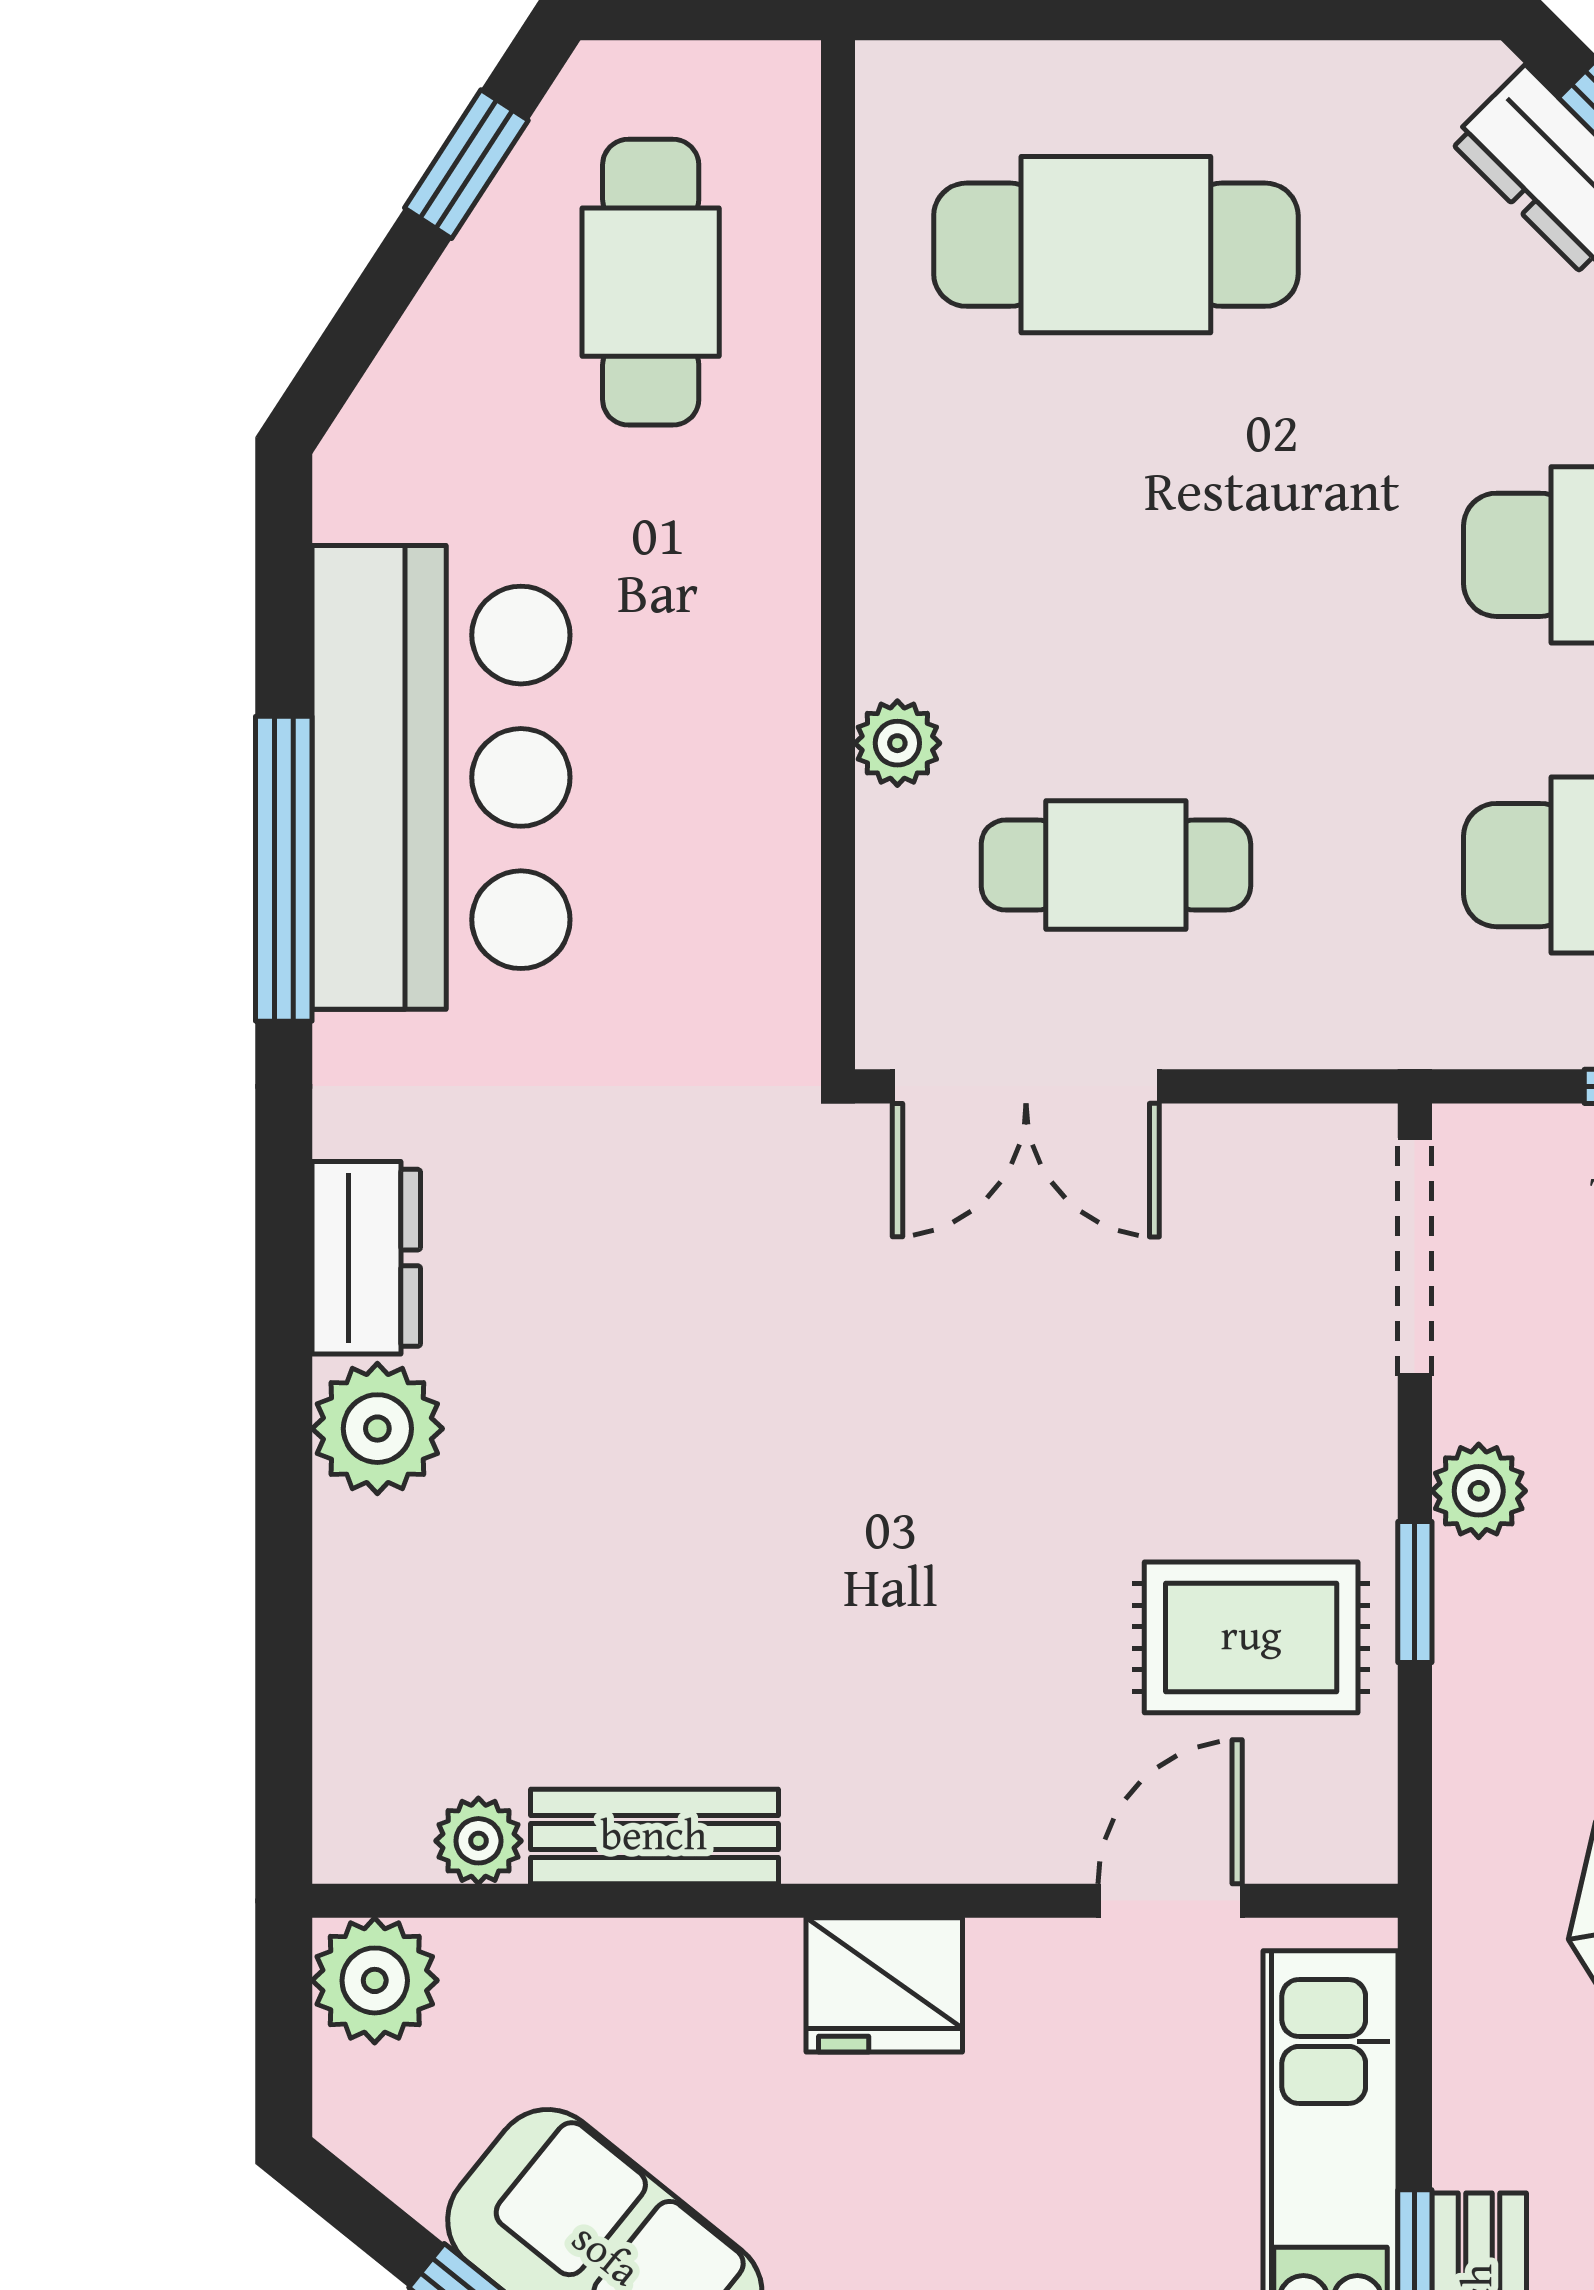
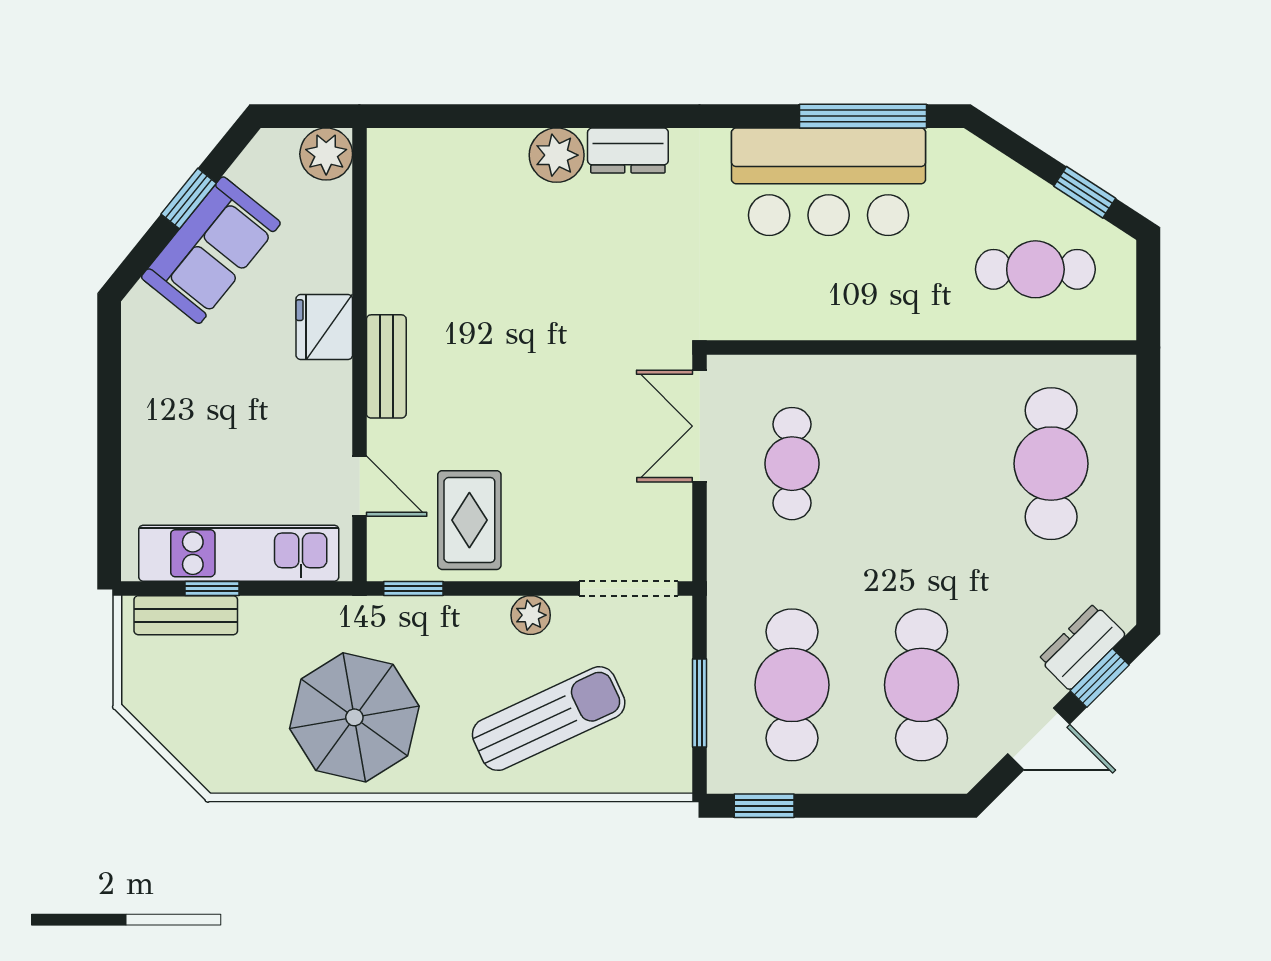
plant: (897, 743) -> (843, 372), removed
window: (284, 869) -> (863, 116), moved
window: (1415, 1592) -> (413, 588), moved
bench: (654, 1837) -> (386, 366), moved
plant: (478, 1841) -> (384, 197), removed
fridge: (884, 1985) -> (324, 327), moved

